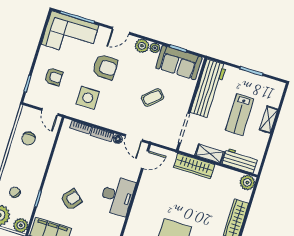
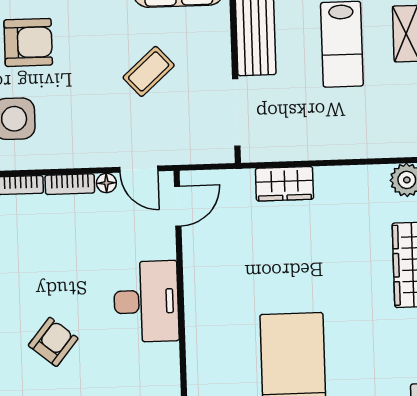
shelving: (210, 154) -> (308, 147), removed
workbench: (240, 161) -> (376, 140), removed
wardrobe: (194, 166) -> (284, 184), width x0.67

